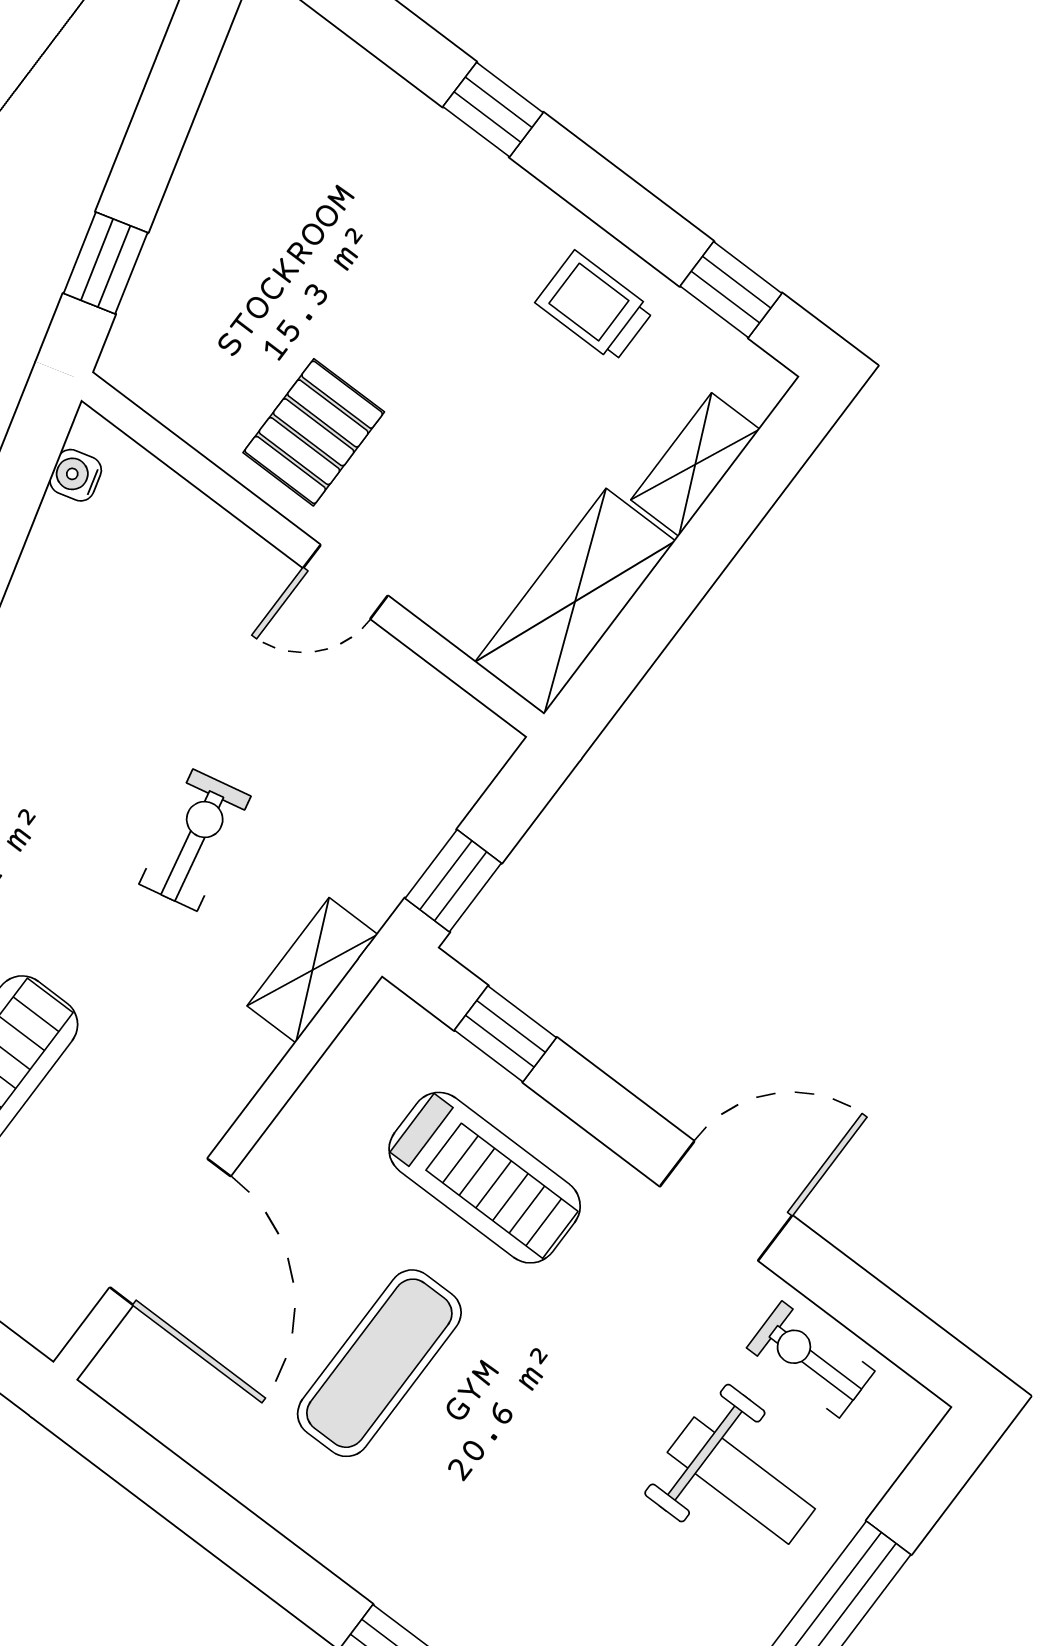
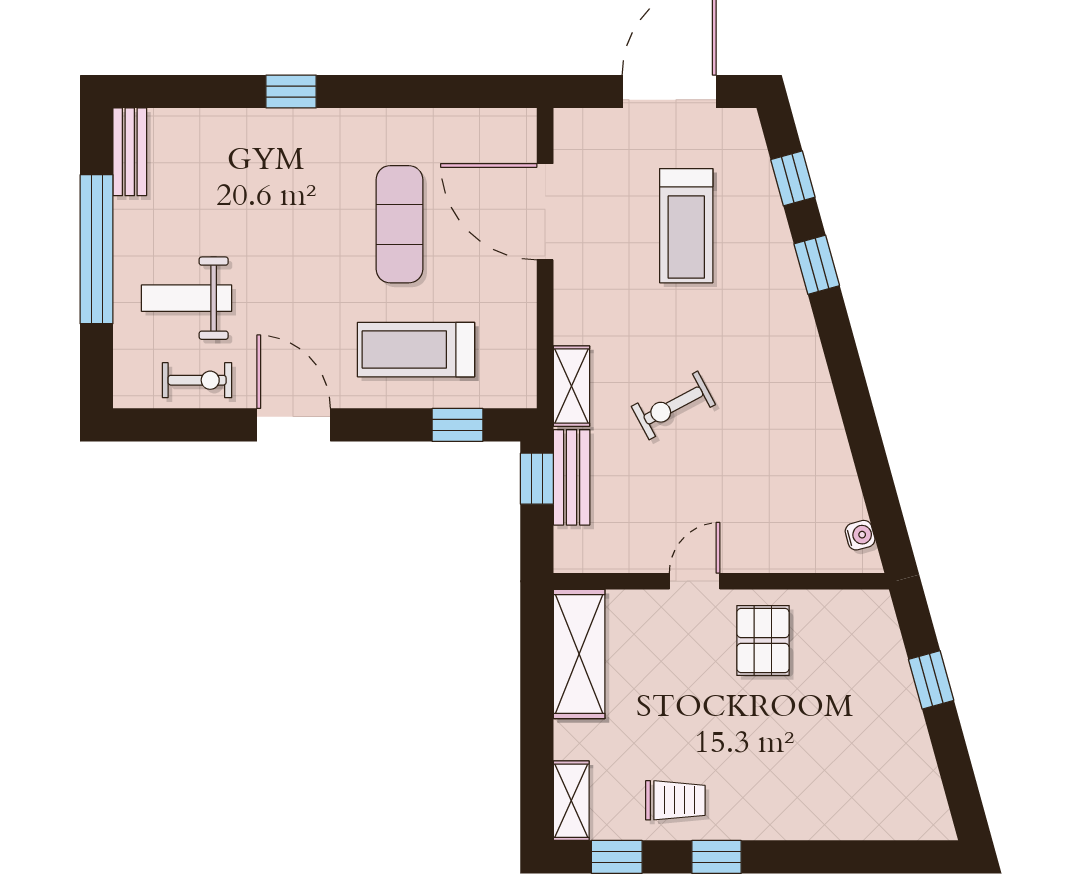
window: (493, 110) -> (717, 857), moved
window: (106, 263) -> (931, 680), moved
shelving: (695, 464) -> (571, 801), moved
exercise bike: (195, 840) -> (673, 405), turned 74
bench: (405, 847) -> (572, 477), added
door: (726, 1201) -> (294, 425), swing flipped

